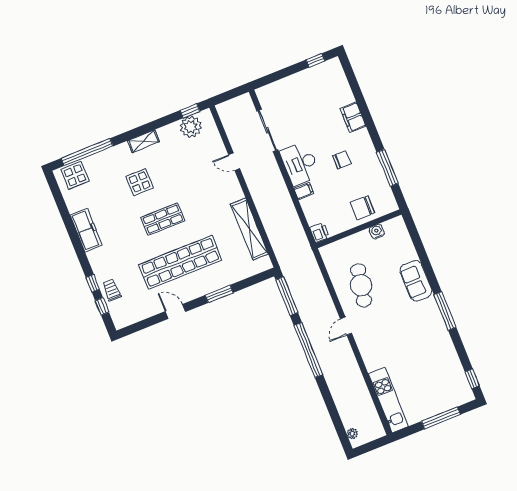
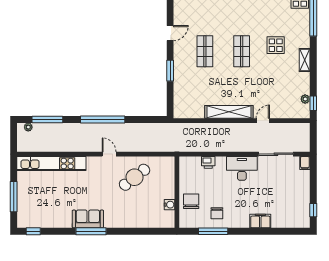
plant: (191, 127) -> (305, 99), width x0.53, depth x0.53
chair: (342, 160) -> (217, 213), moved
filing cabinet: (304, 191) -> (305, 163), moved
shelving: (249, 229) -> (229, 112), moved
printer: (319, 232) -> (208, 162), moved
shop shelf: (180, 262) -> (205, 51), width x0.50, depth x0.74
sofa: (416, 281) -> (88, 219), moved
cafe table: (361, 285) -> (135, 177), turned -49
window: (287, 296) -> (47, 119), moved
kitchen unit: (388, 400) -> (51, 163), width x1.36

